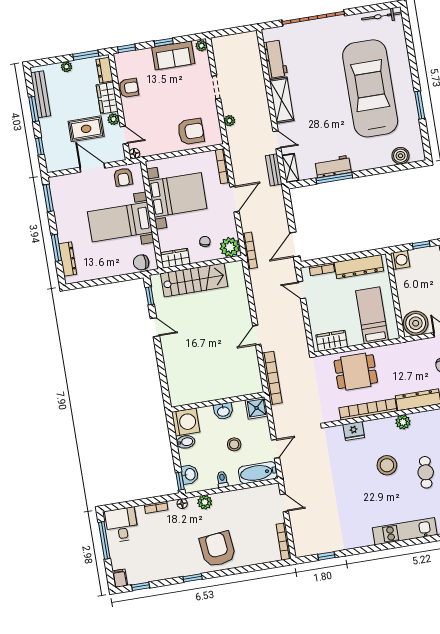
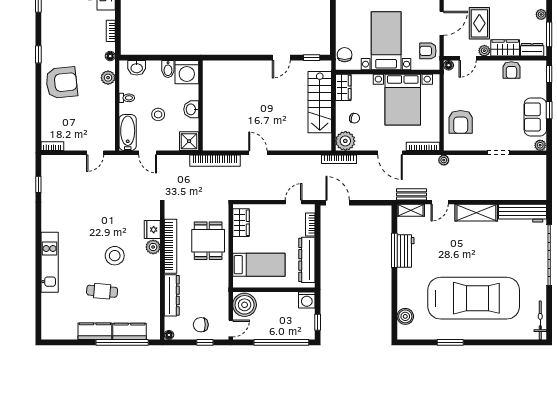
workbench: (275, 59) -> (522, 213), width x1.38
plant: (229, 121) -> (444, 160), moved
plant: (403, 422) -> (153, 247), moved
window: (180, 481) -> (132, 58), removed
bookcase: (284, 541) -> (52, 146), width x0.64

